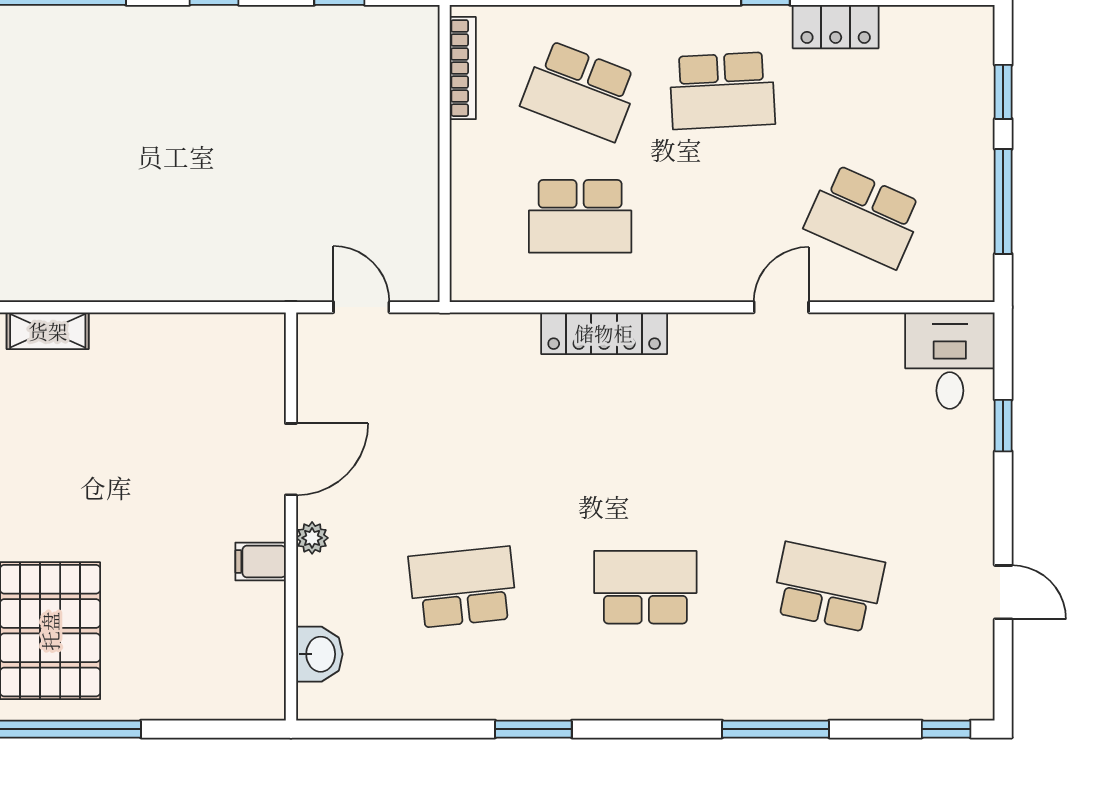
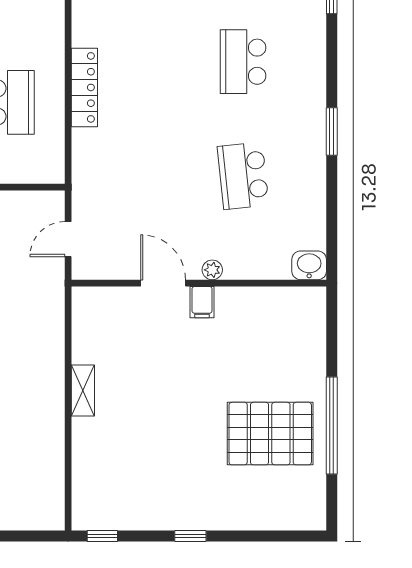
shelving: (48, 331) -> (83, 391), moved
filing cabinet: (261, 562) -> (202, 302), moved
washbasin: (319, 654) -> (309, 265), moved

